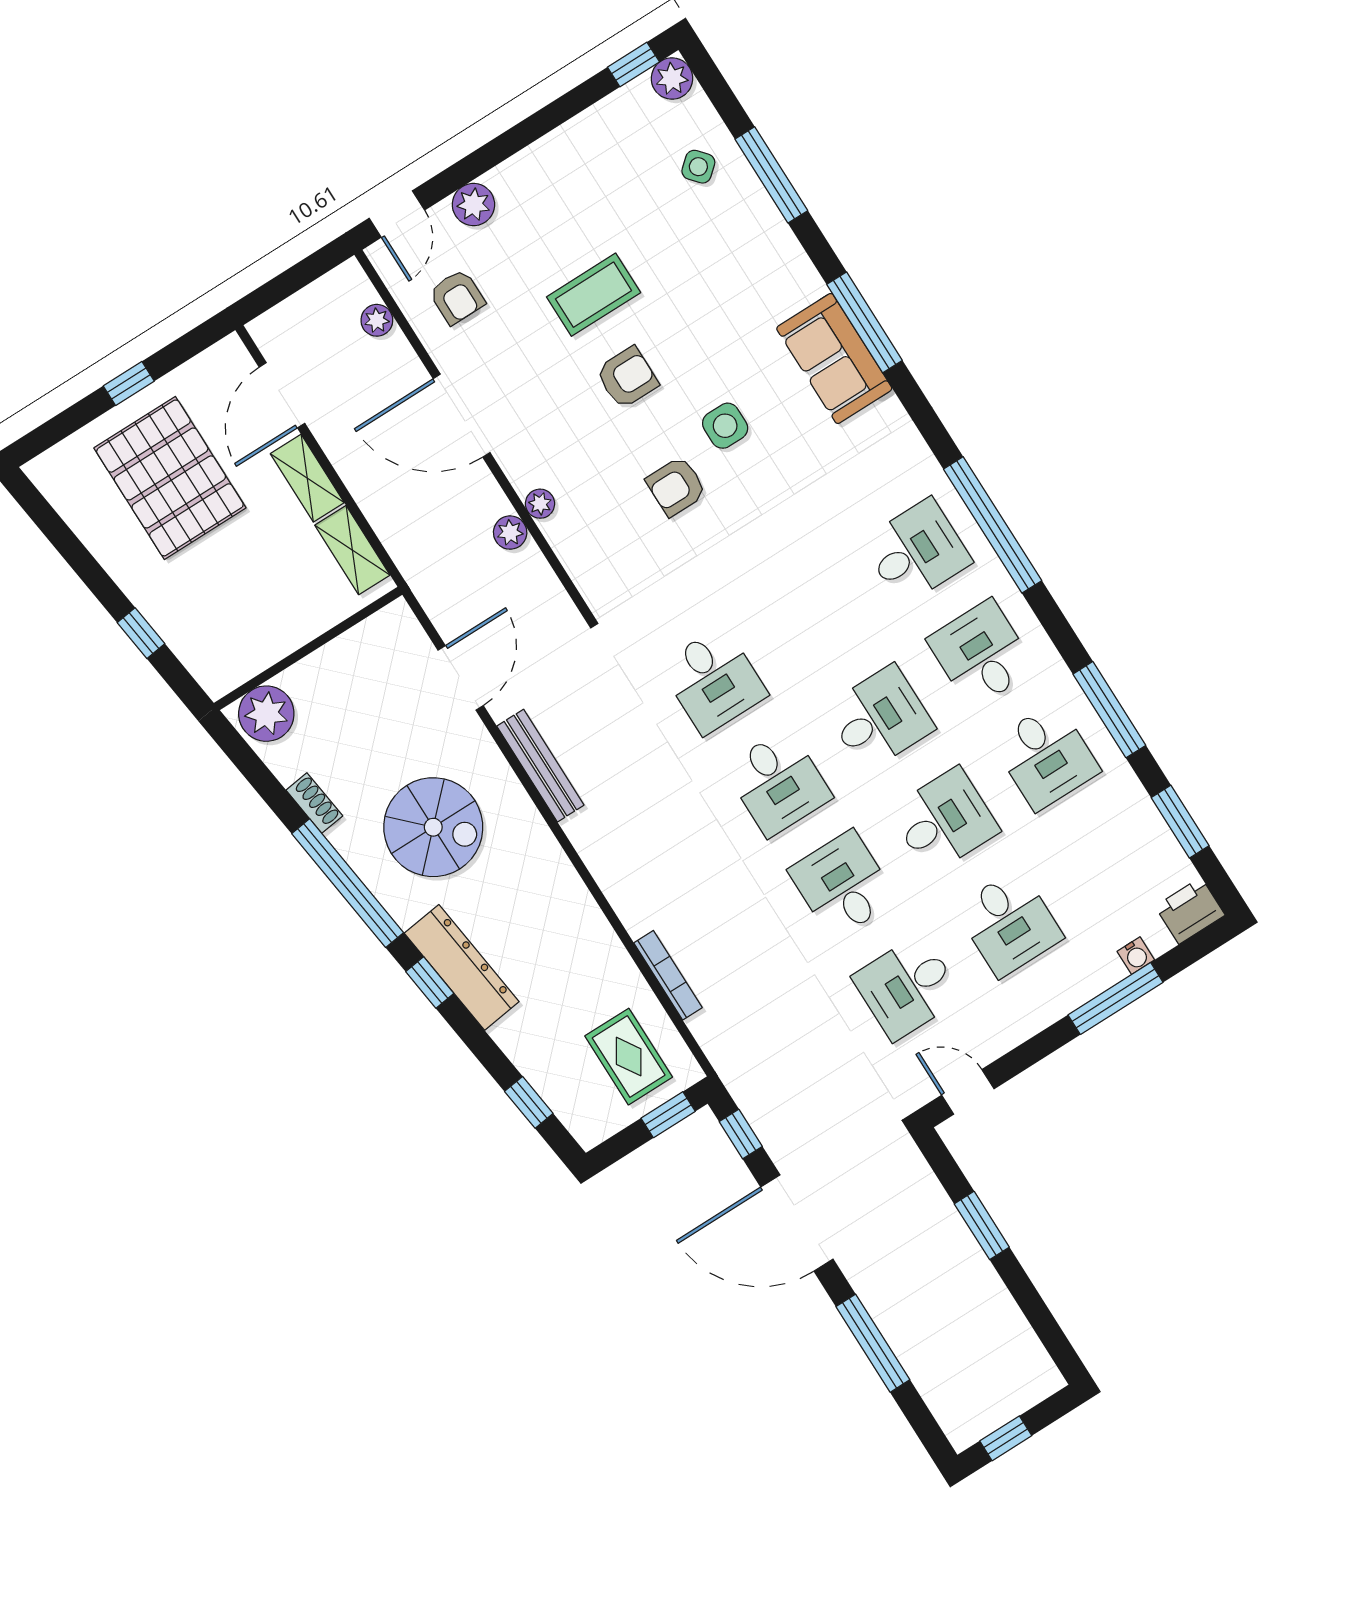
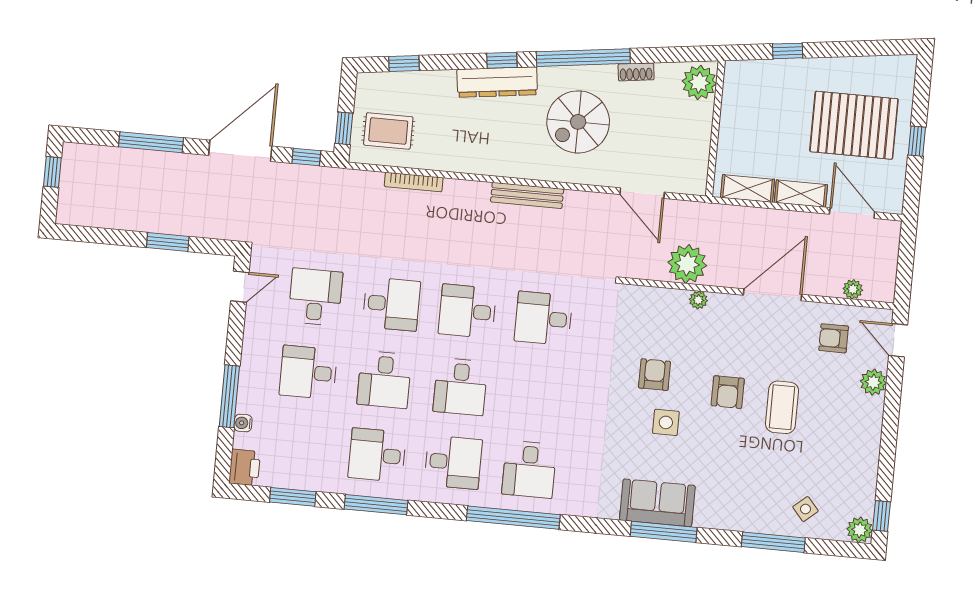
plant: (510, 533) -> (687, 264), width x1.88, depth x1.88
bench: (540, 766) -> (527, 195), moved

